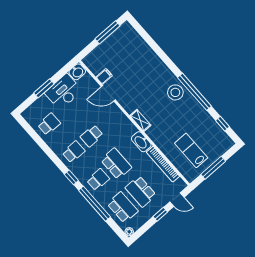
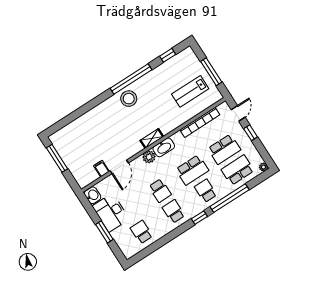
plant: (122, 120) -> (149, 157), added
washbasin: (141, 142) -> (164, 147), moved
school desk: (116, 164) -> (192, 170), turned 180

